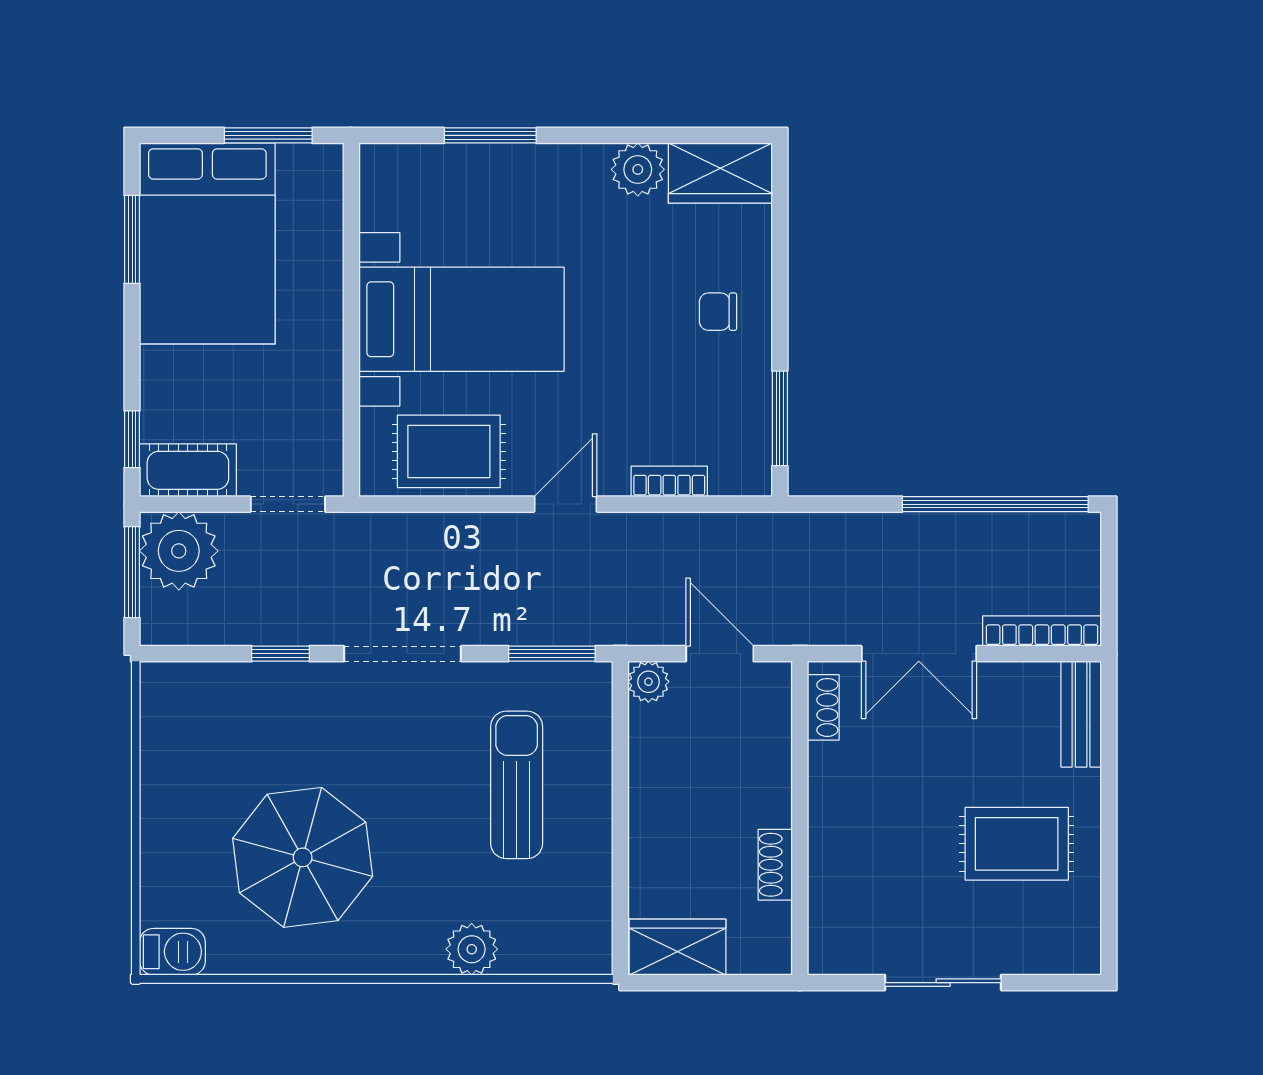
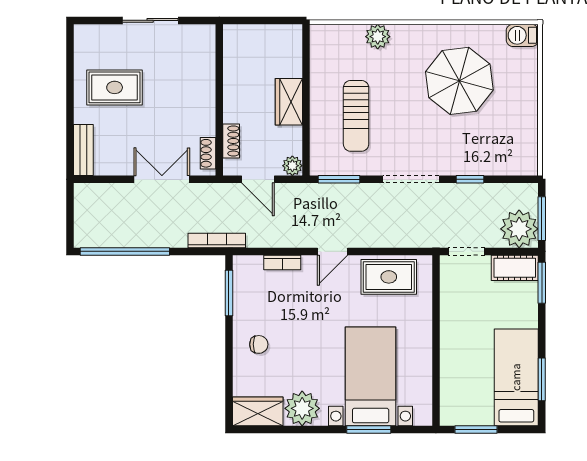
plant: (638, 169) -> (302, 408), width x1.36, depth x1.36
bed: (207, 243) -> (516, 377), width x0.67
bed with nightstands: (461, 319) -> (371, 376), moved, turned 90
window: (132, 439) -> (542, 283), width x1.50
bookcase: (1042, 631) -> (217, 241), moved, turned 180
shoe rack: (775, 865) -> (231, 141), moved
wardrobe: (677, 947) -> (289, 102), moved, turned 90

